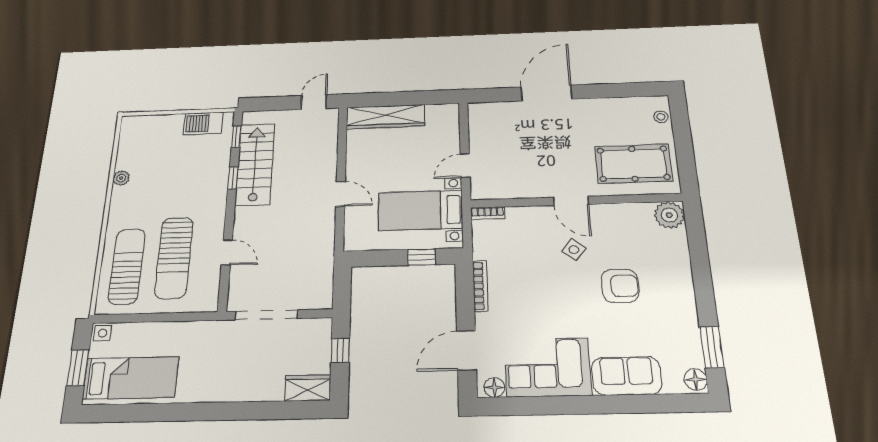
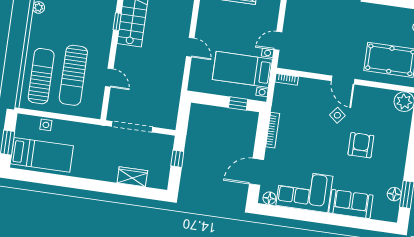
armchair: (620, 286) -> (361, 145), turned -90
side table: (103, 333) -> (46, 125), moved
floor lamp: (696, 380) -> (394, 194), moved
wardrobe: (308, 388) -> (132, 177), moved

